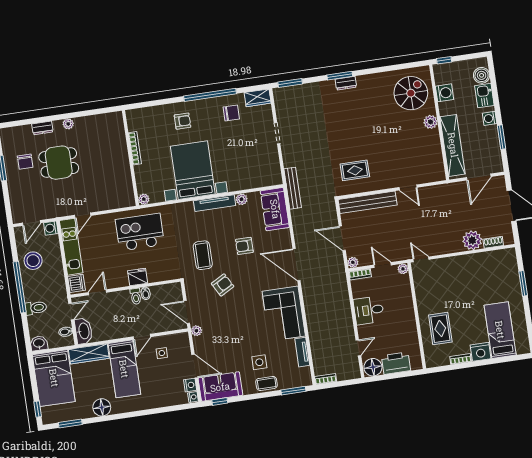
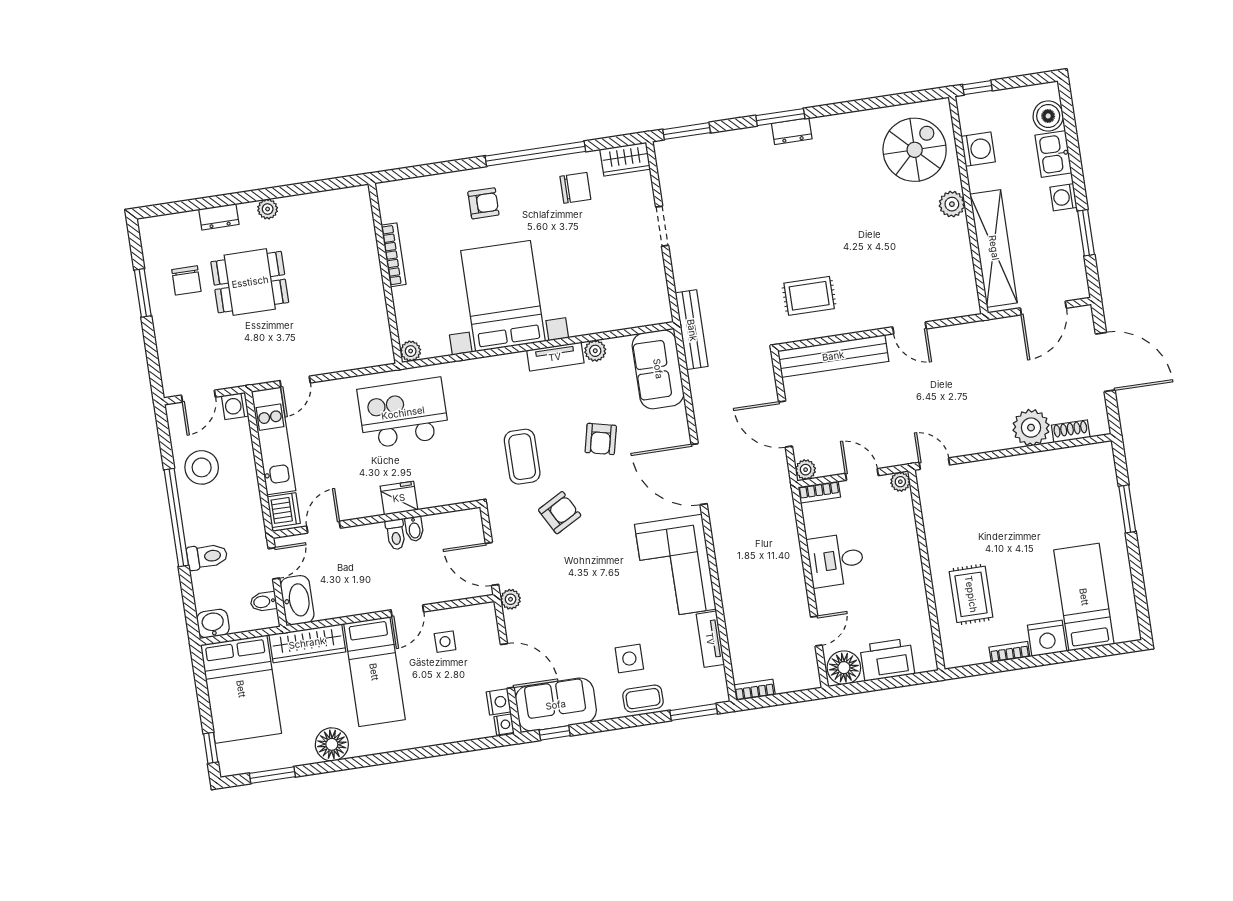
tv unit: (215, 203) -> (555, 357), width x0.71
armchair: (244, 246) -> (601, 439), turned -77

